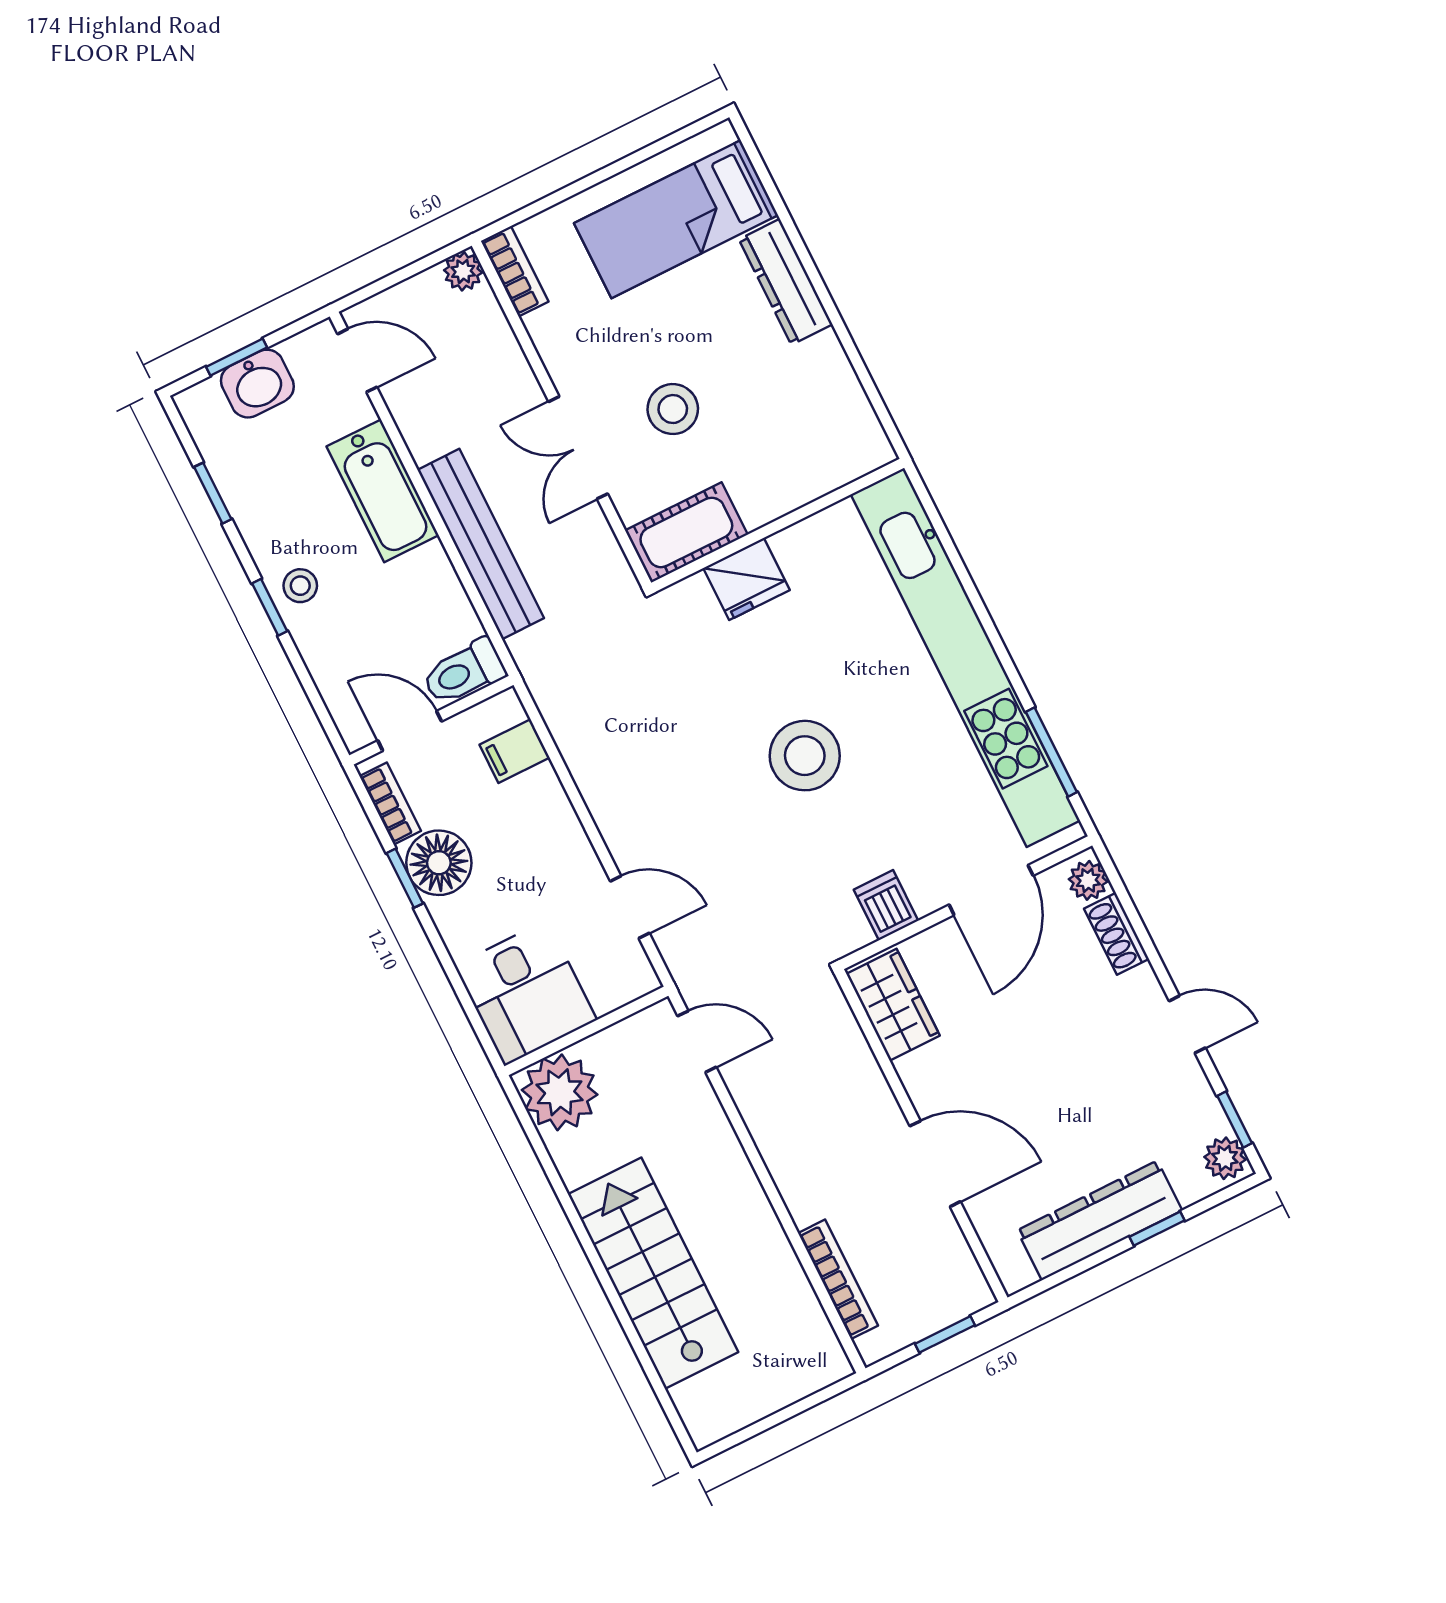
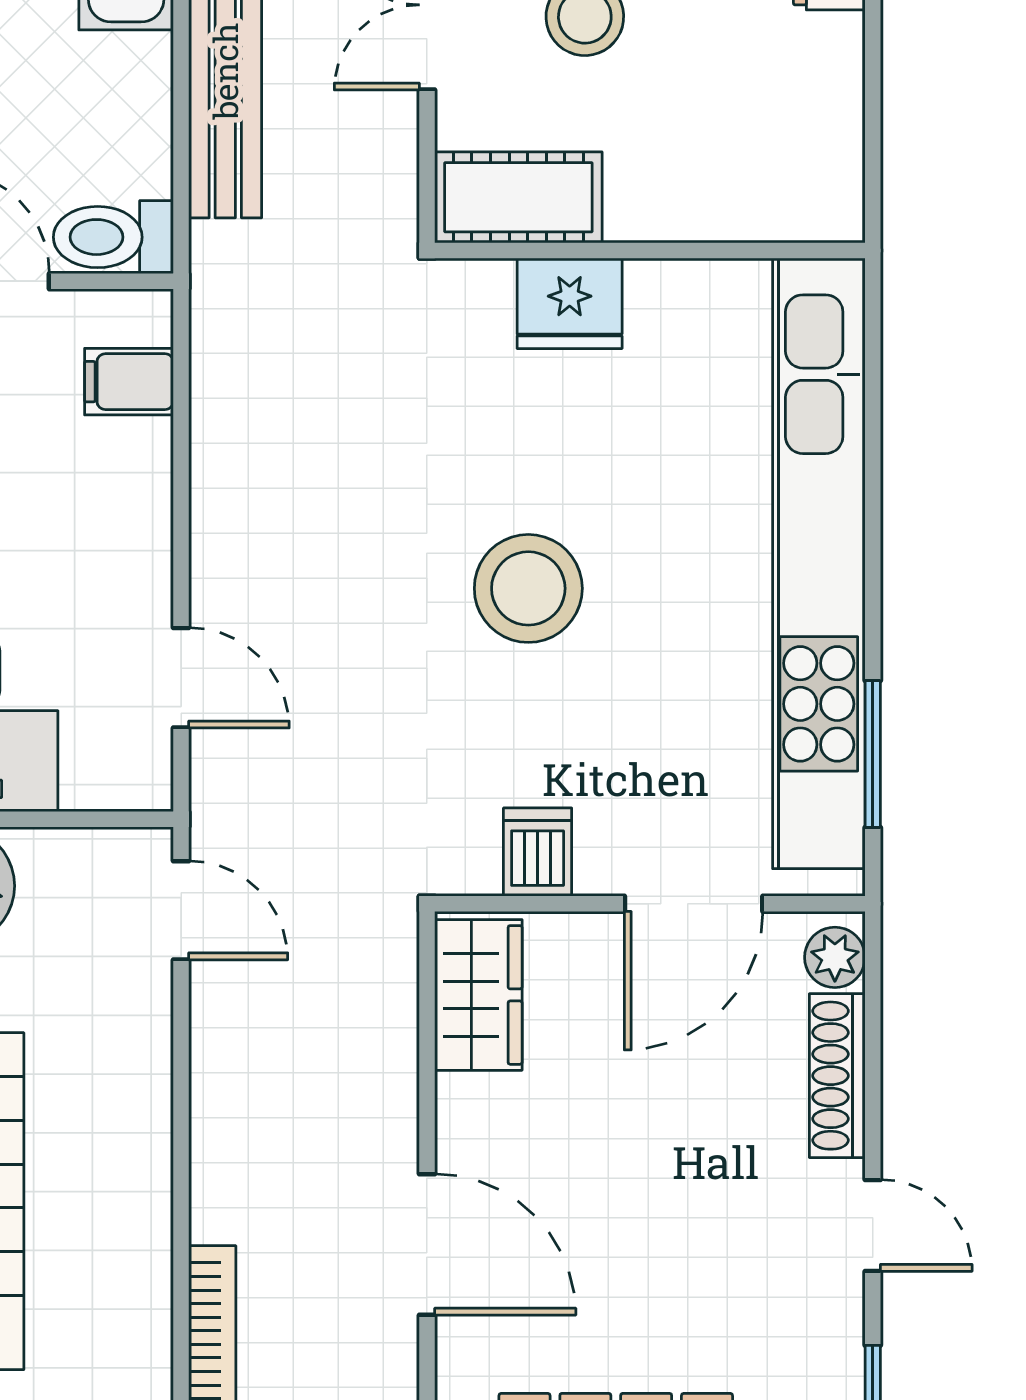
shoe rack: (1116, 934) -> (837, 1076), width x1.43

